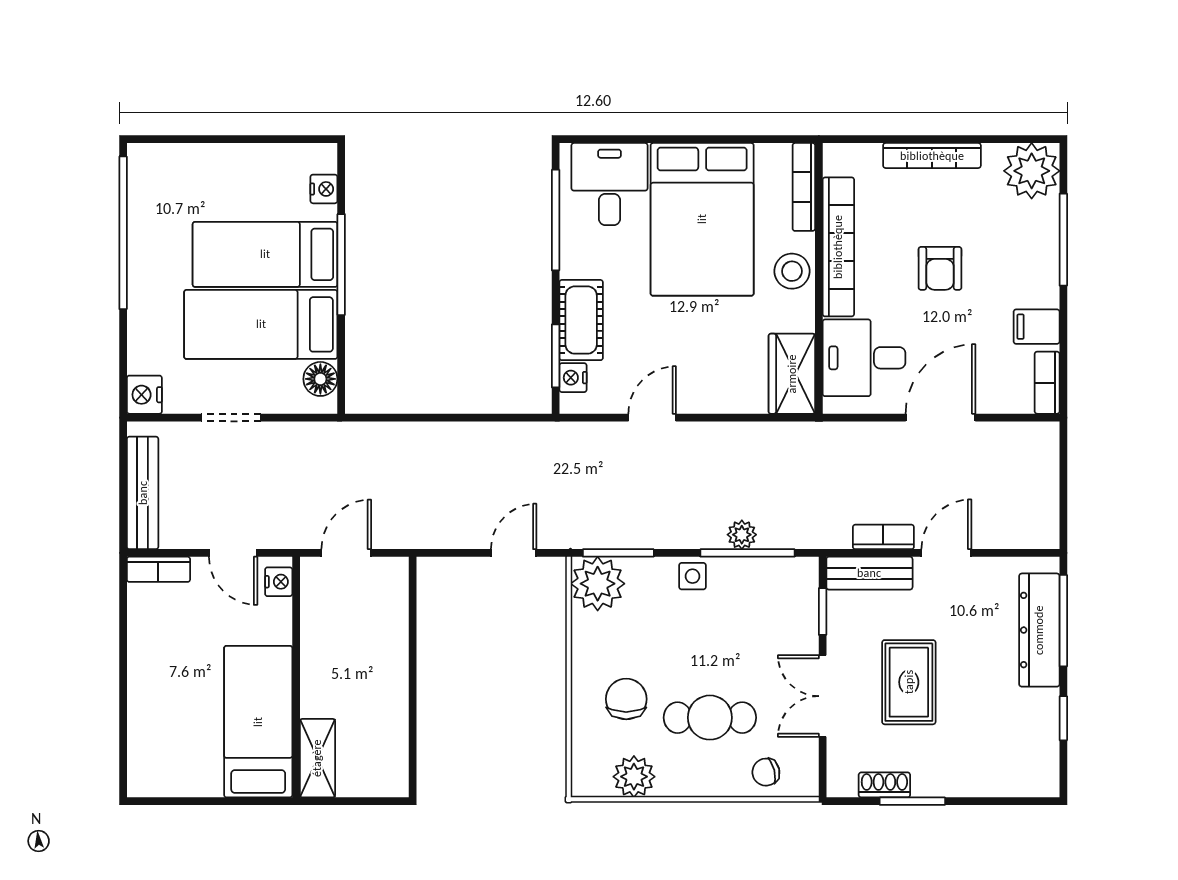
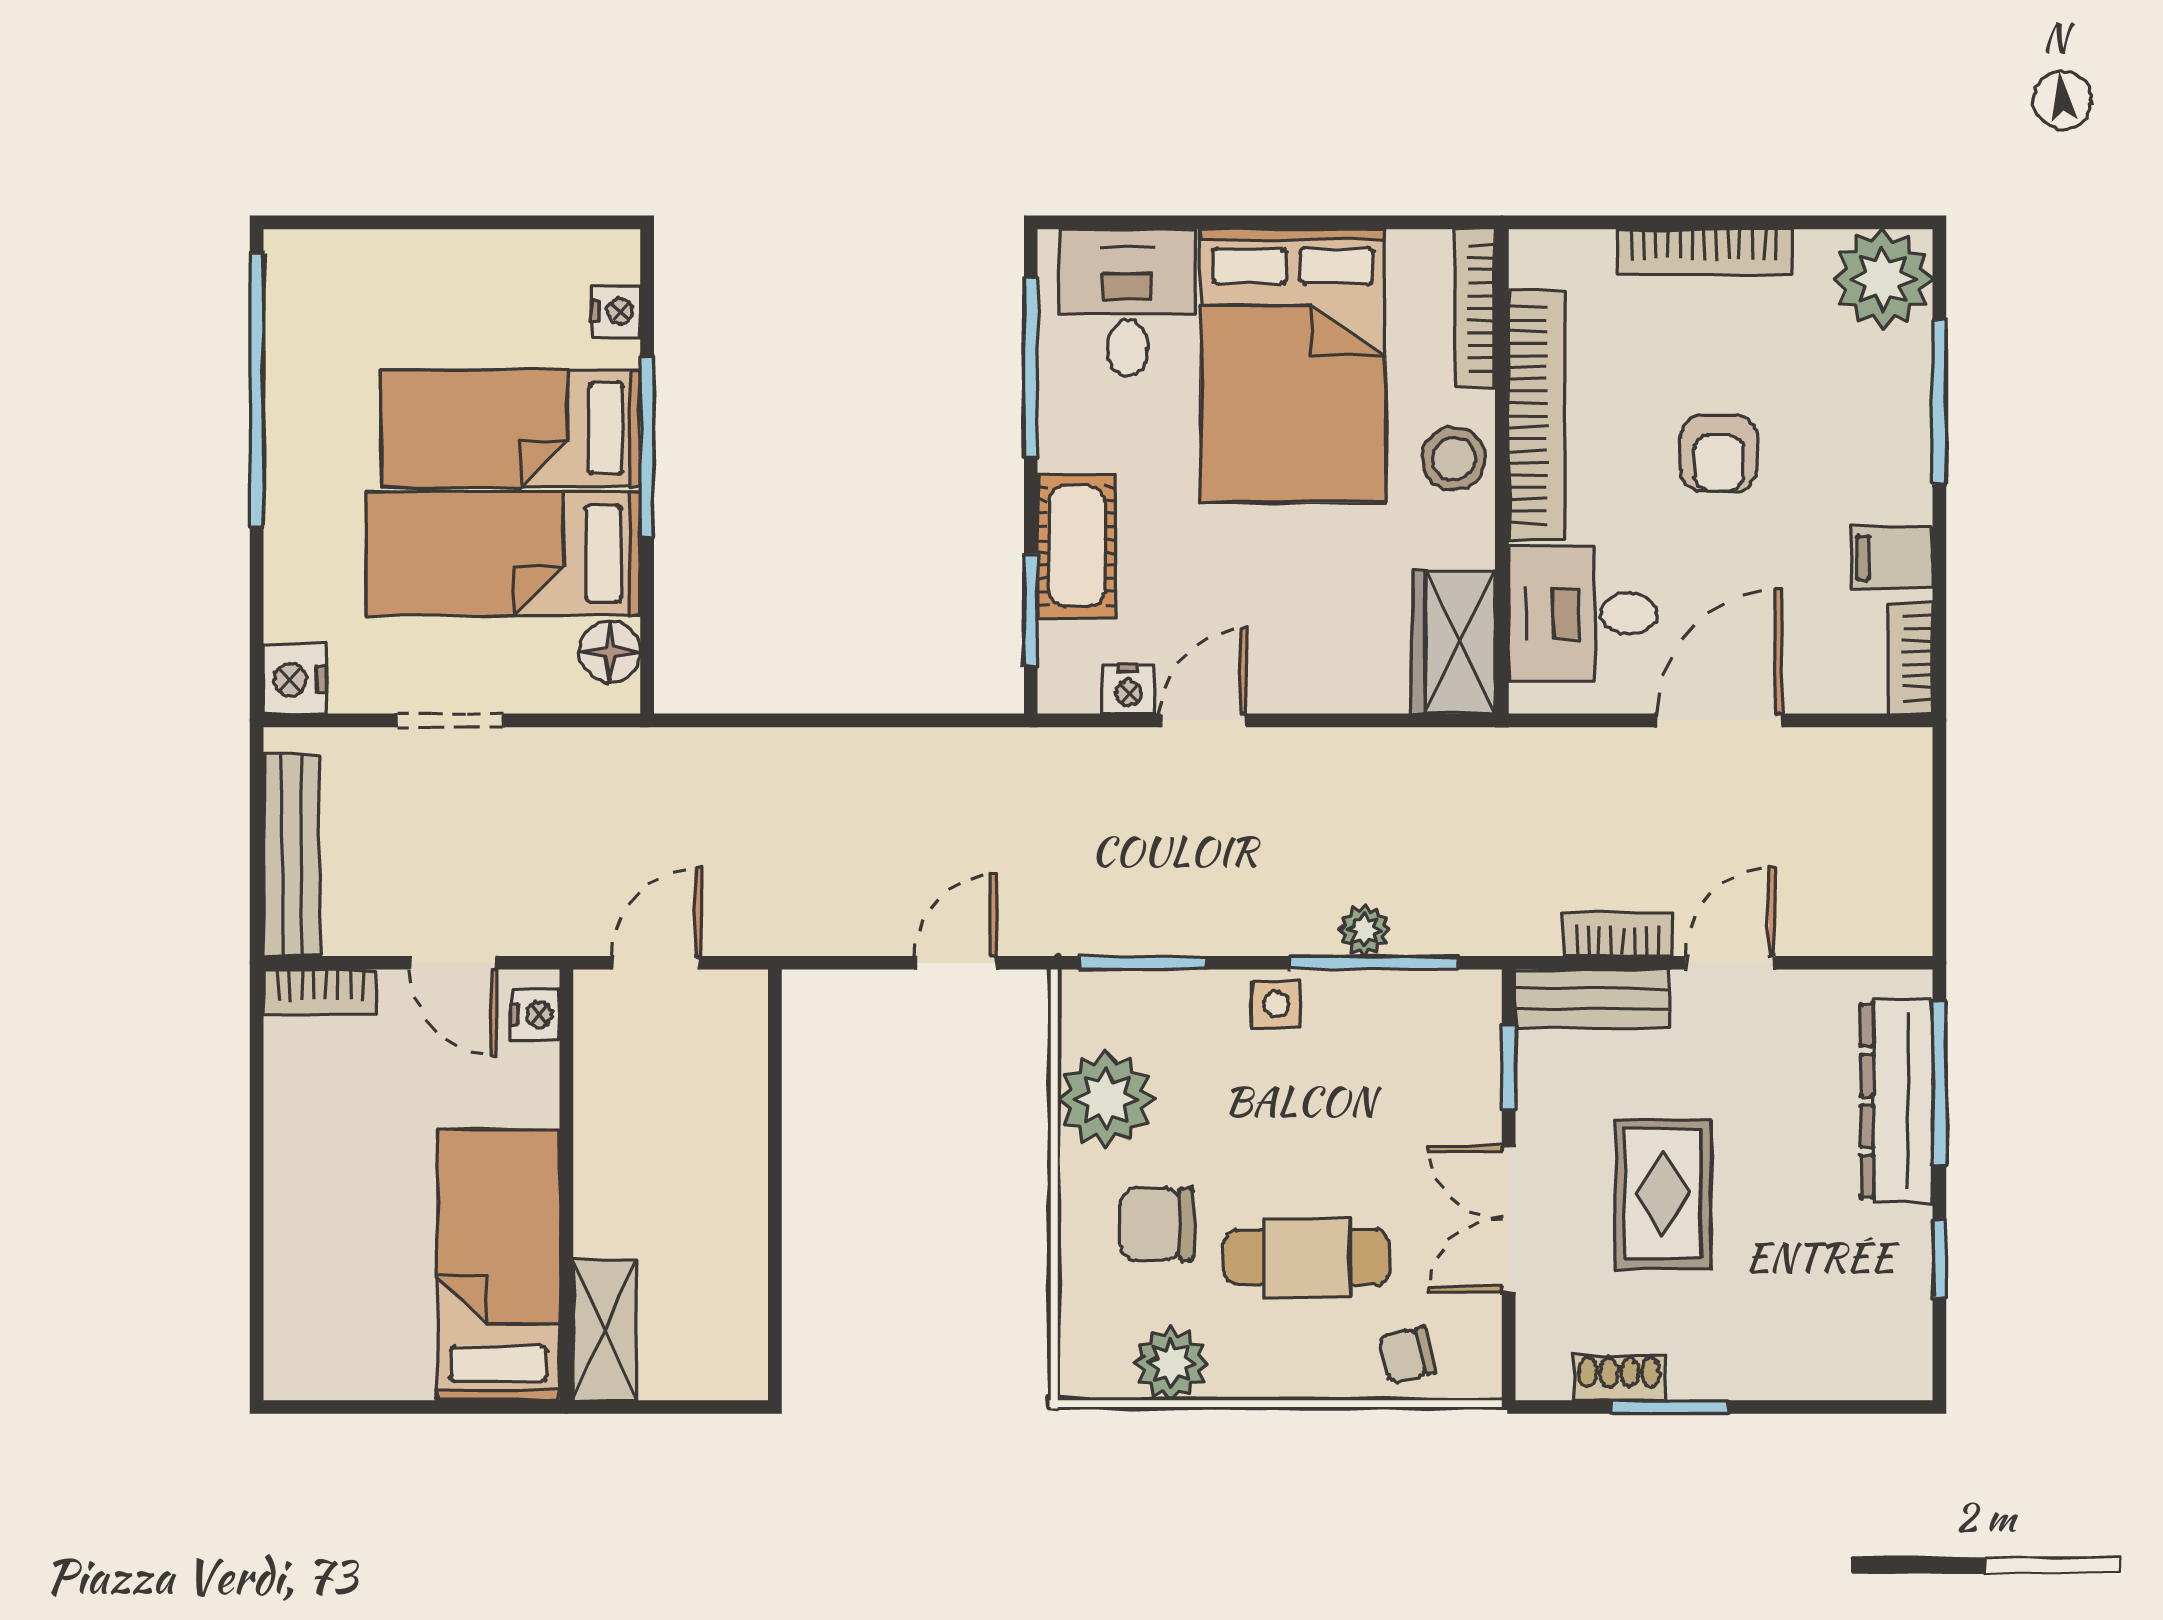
nightstand: (573, 378) -> (1128, 689), moved, turned -90
plant: (598, 584) -> (1106, 1099), moved
chair: (626, 699) -> (1157, 1224), turned -90

